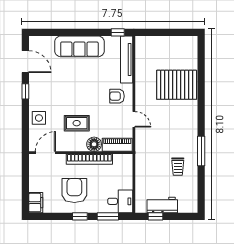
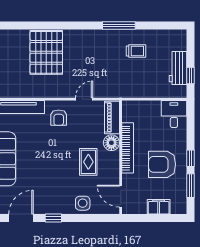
filing cabinet: (36, 203) -> (159, 207), moved
window: (108, 216) -> (190, 186), moved

